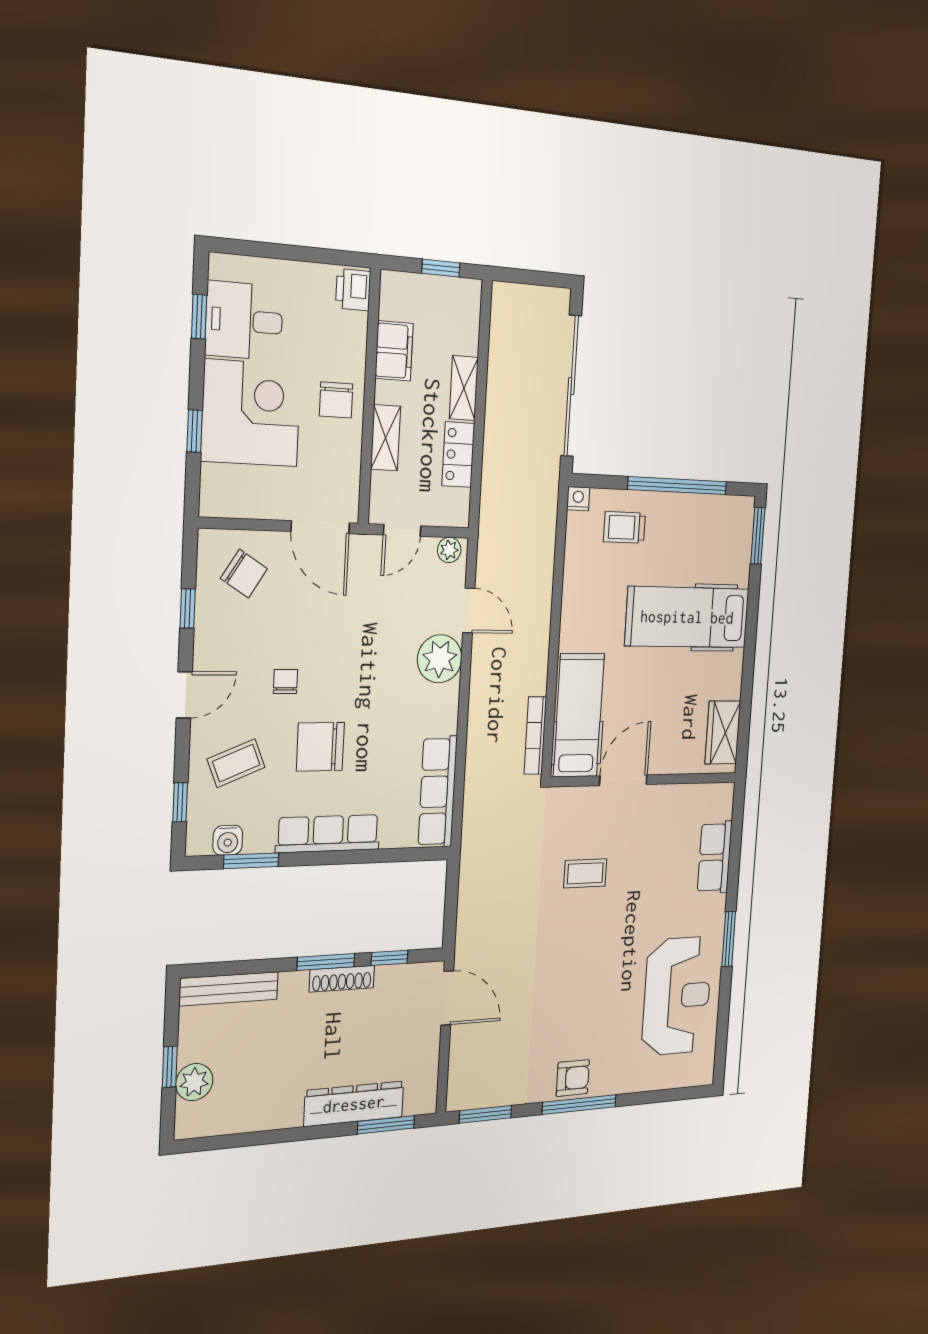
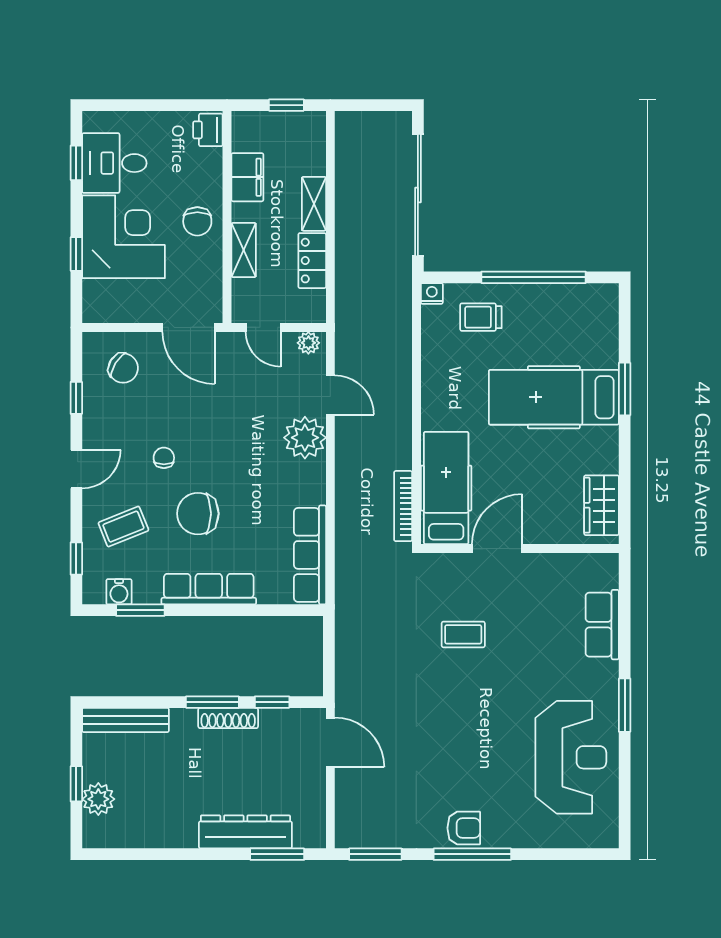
door: (402, 530) -> (263, 327), hinge flipped
window: (758, 536) -> (625, 389), moved

